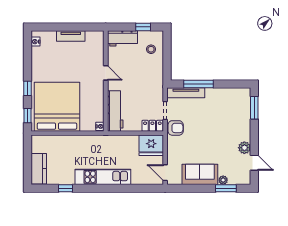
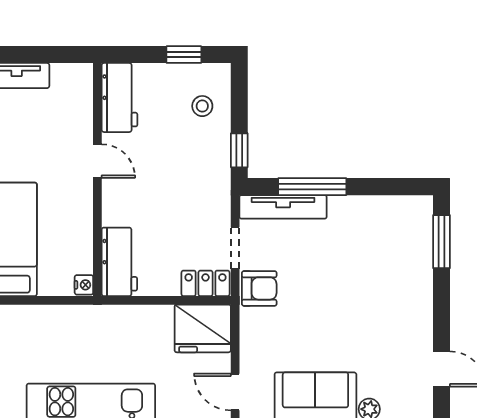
workbench: (122, 38) -> (119, 97), moved, turned -90
window: (167, 68) -> (239, 150), added
workbench: (115, 111) -> (119, 262), width x0.73
plant: (244, 148) -> (419, 334), removed

